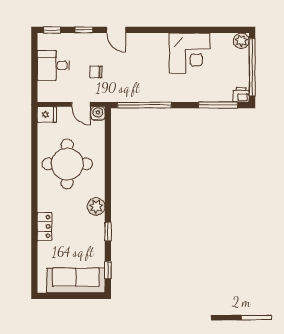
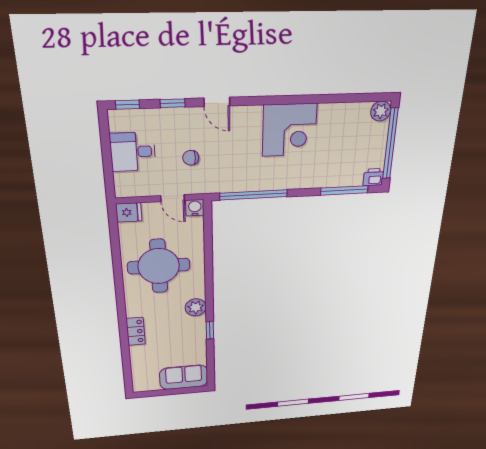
corner desk: (189, 53) -> (289, 130), moved
window: (108, 270) -> (211, 366), removed
sofa: (76, 280) -> (184, 377), width x0.73

